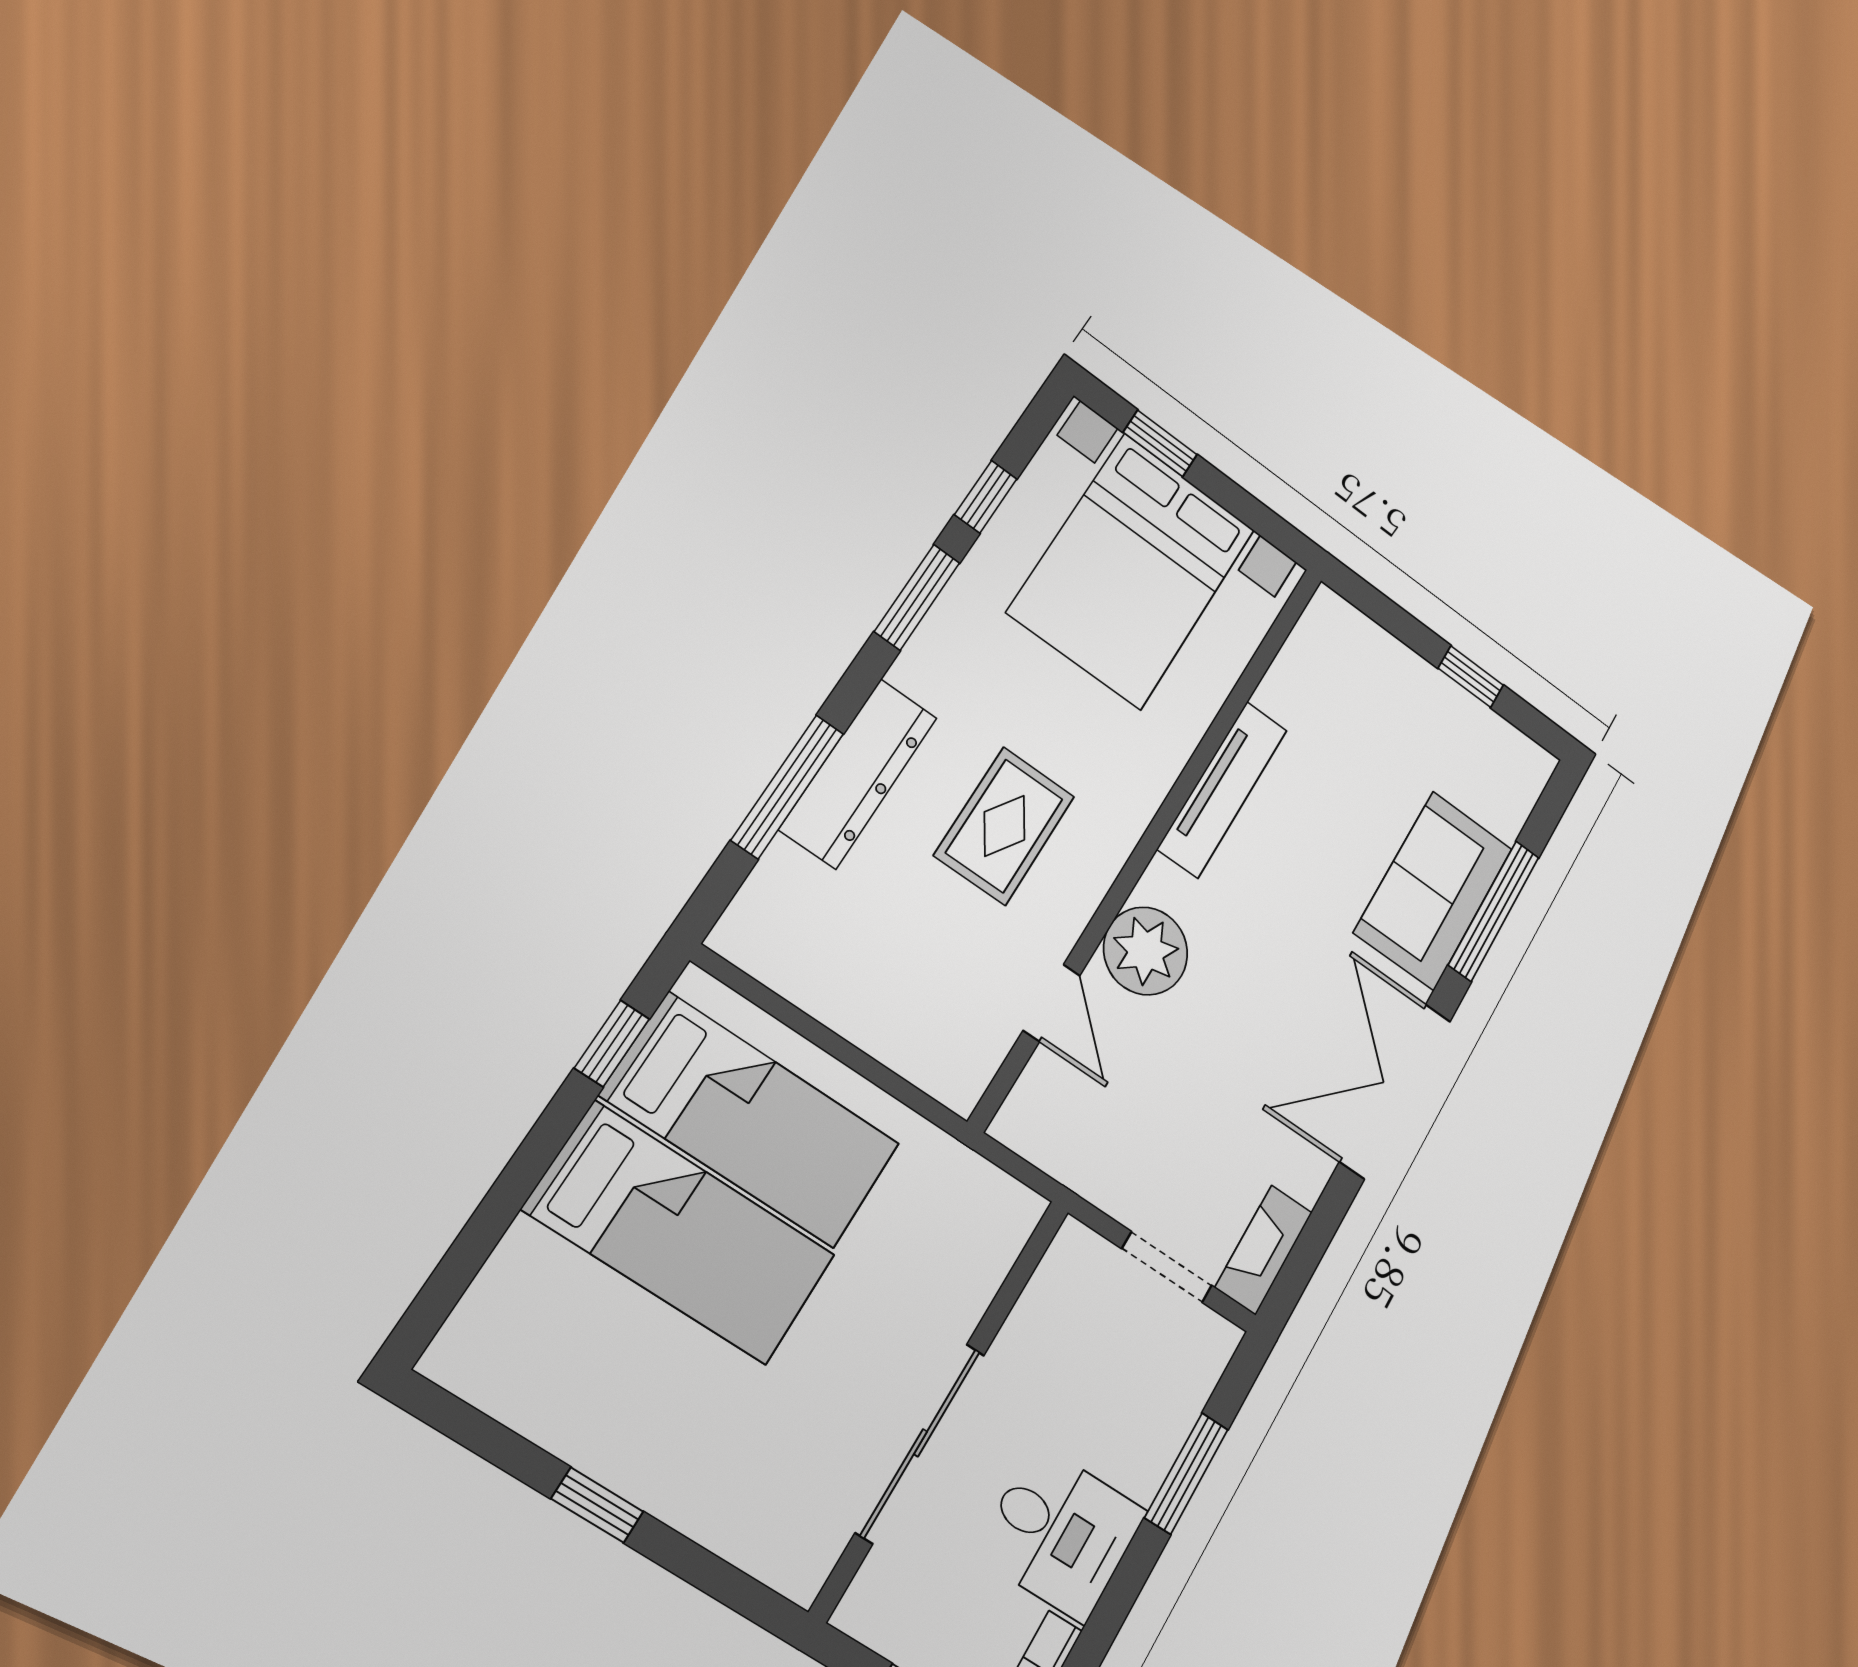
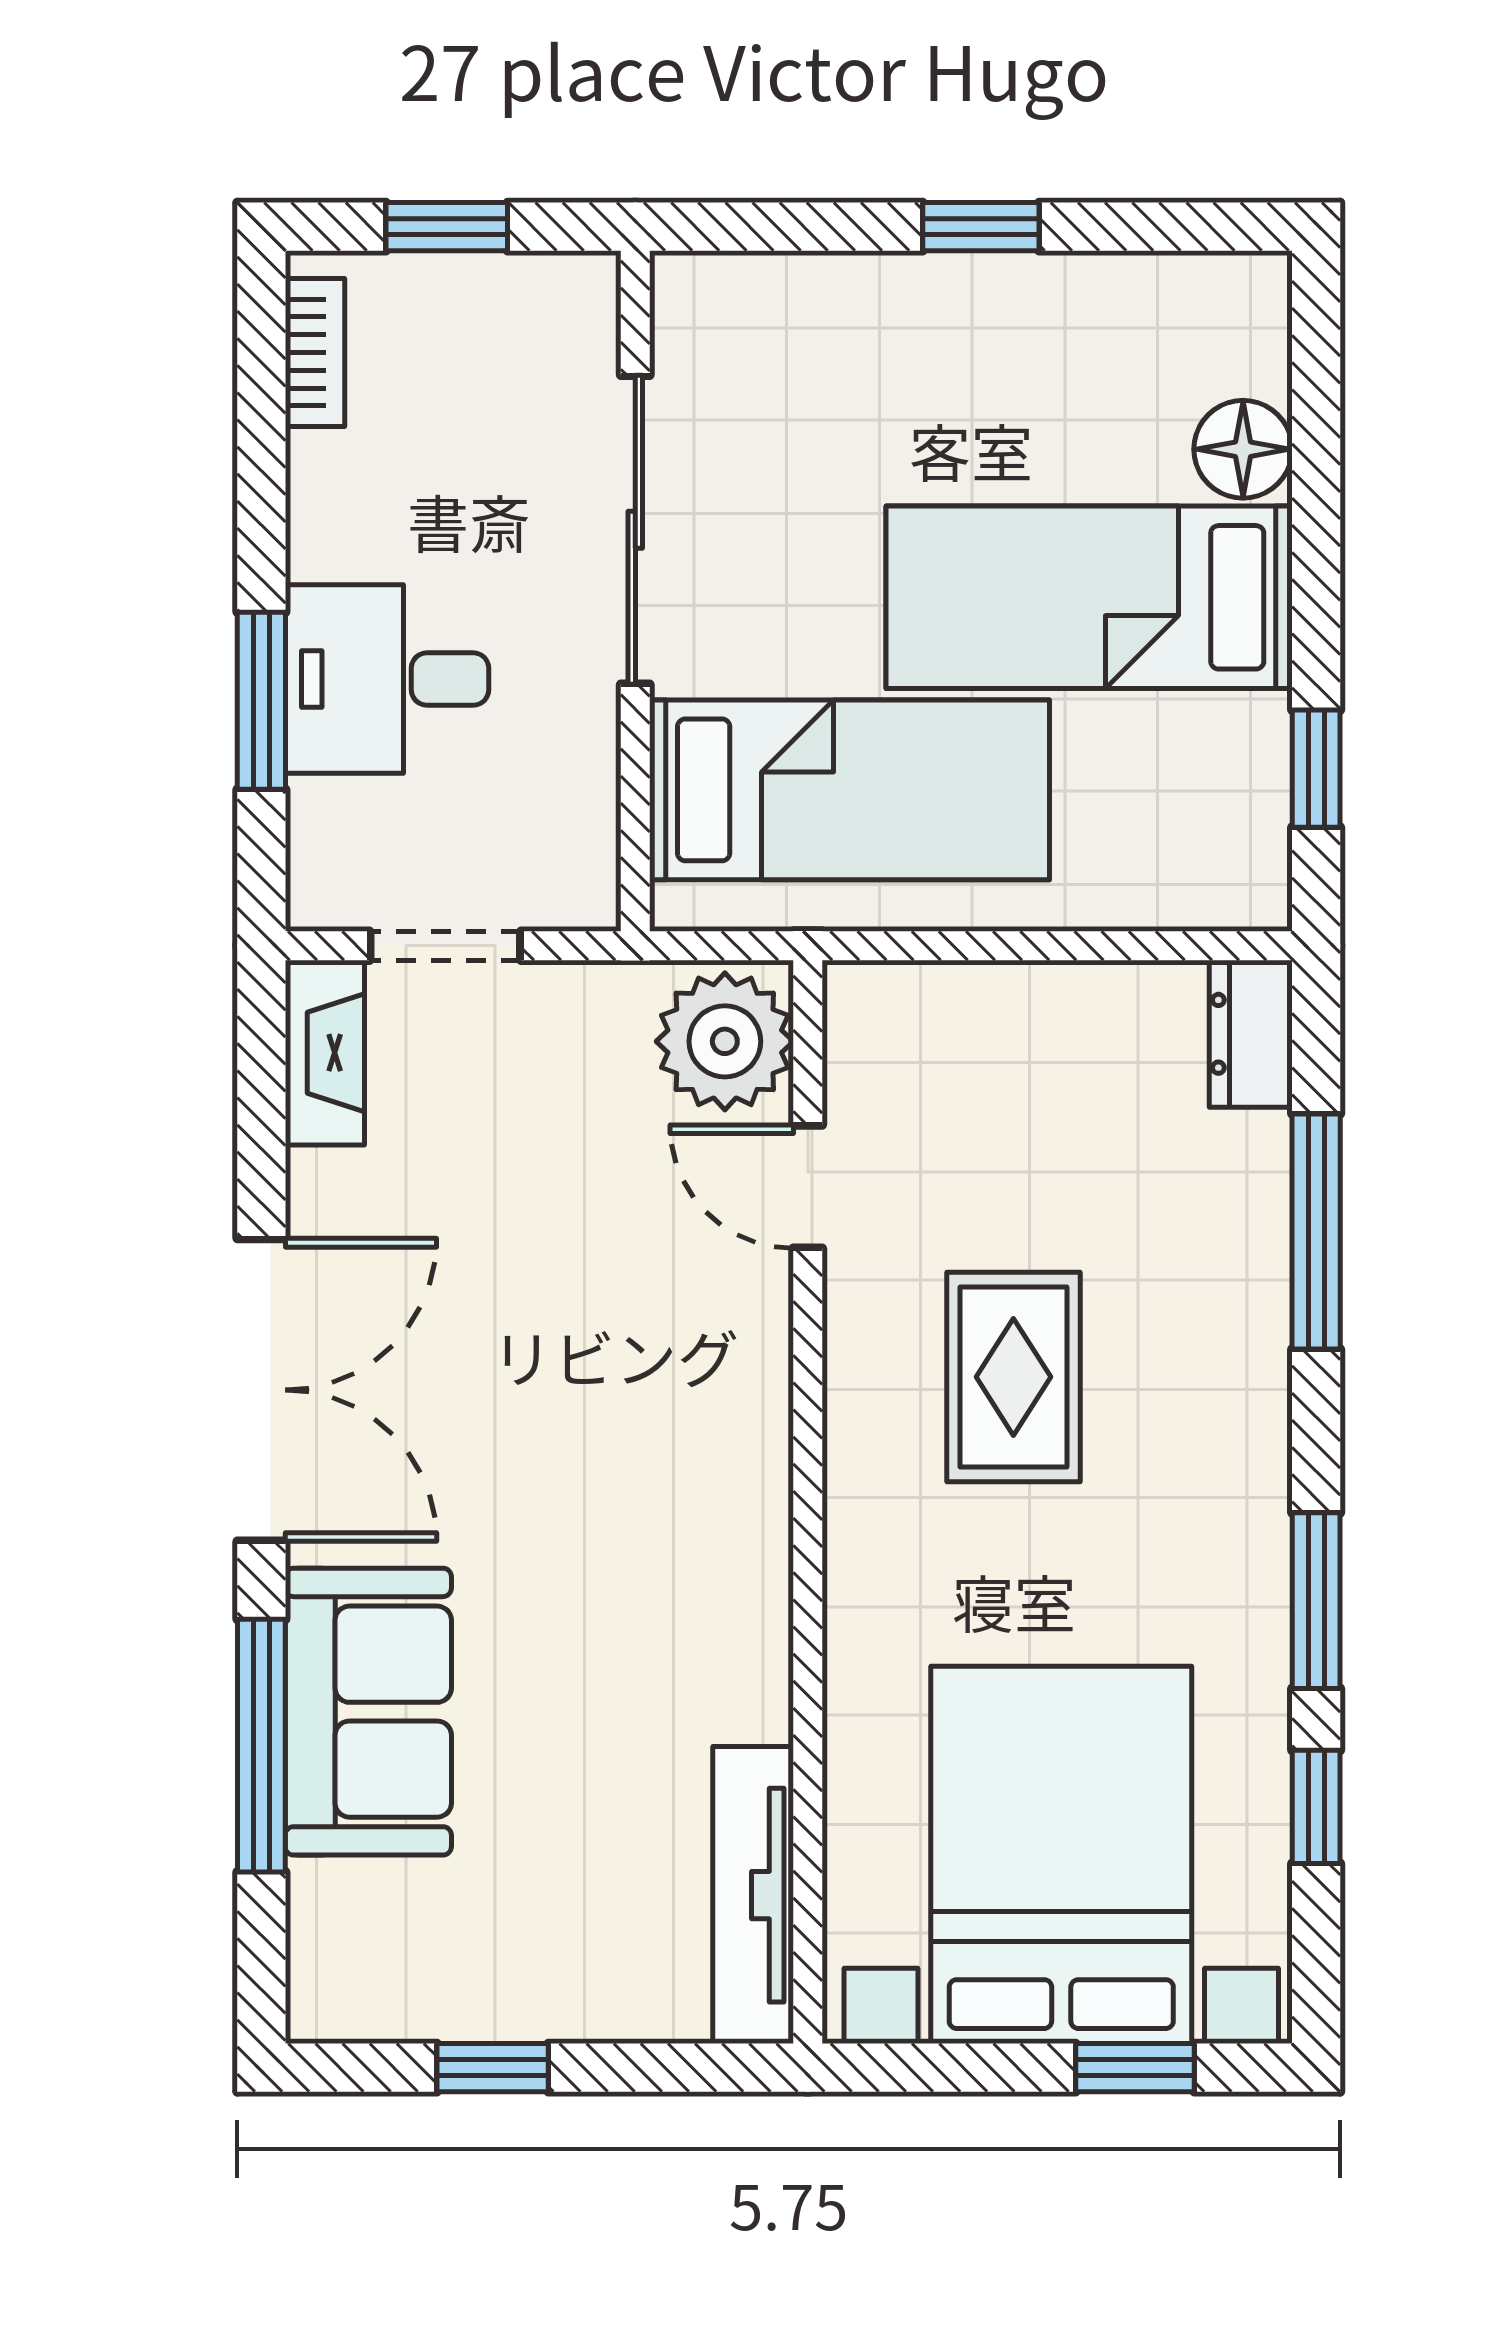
dresser: (859, 773) -> (1251, 1034), moved, width x0.51, depth x0.80
tv unit: (1223, 789) -> (753, 1895), moved
plant: (1146, 951) -> (725, 1041), moved
bed: (751, 1120) -> (850, 790), moved, turned 180
floor lamp: (527, 1263) -> (1243, 449), added
desk: (1060, 1533) -> (387, 679), moved

